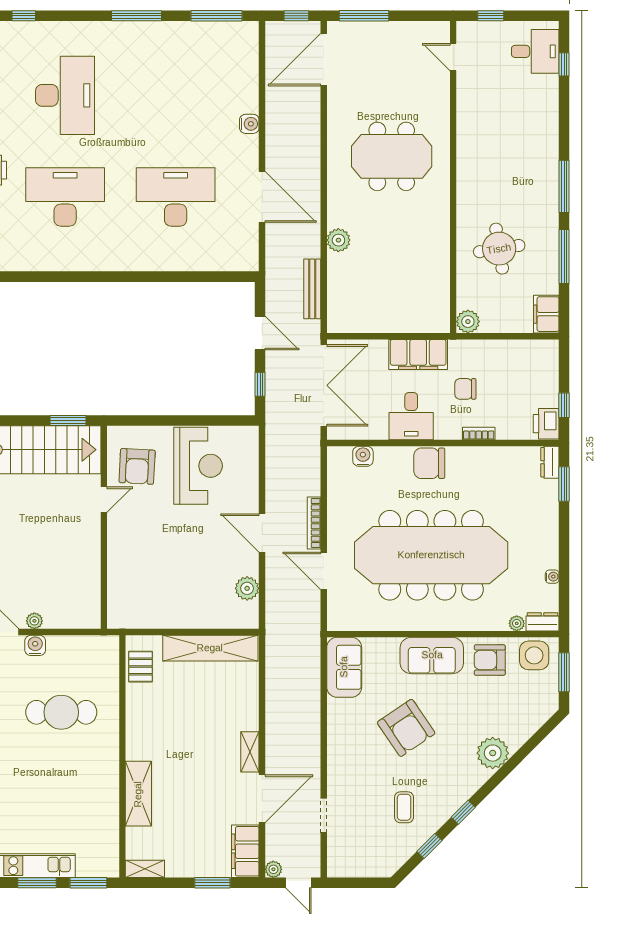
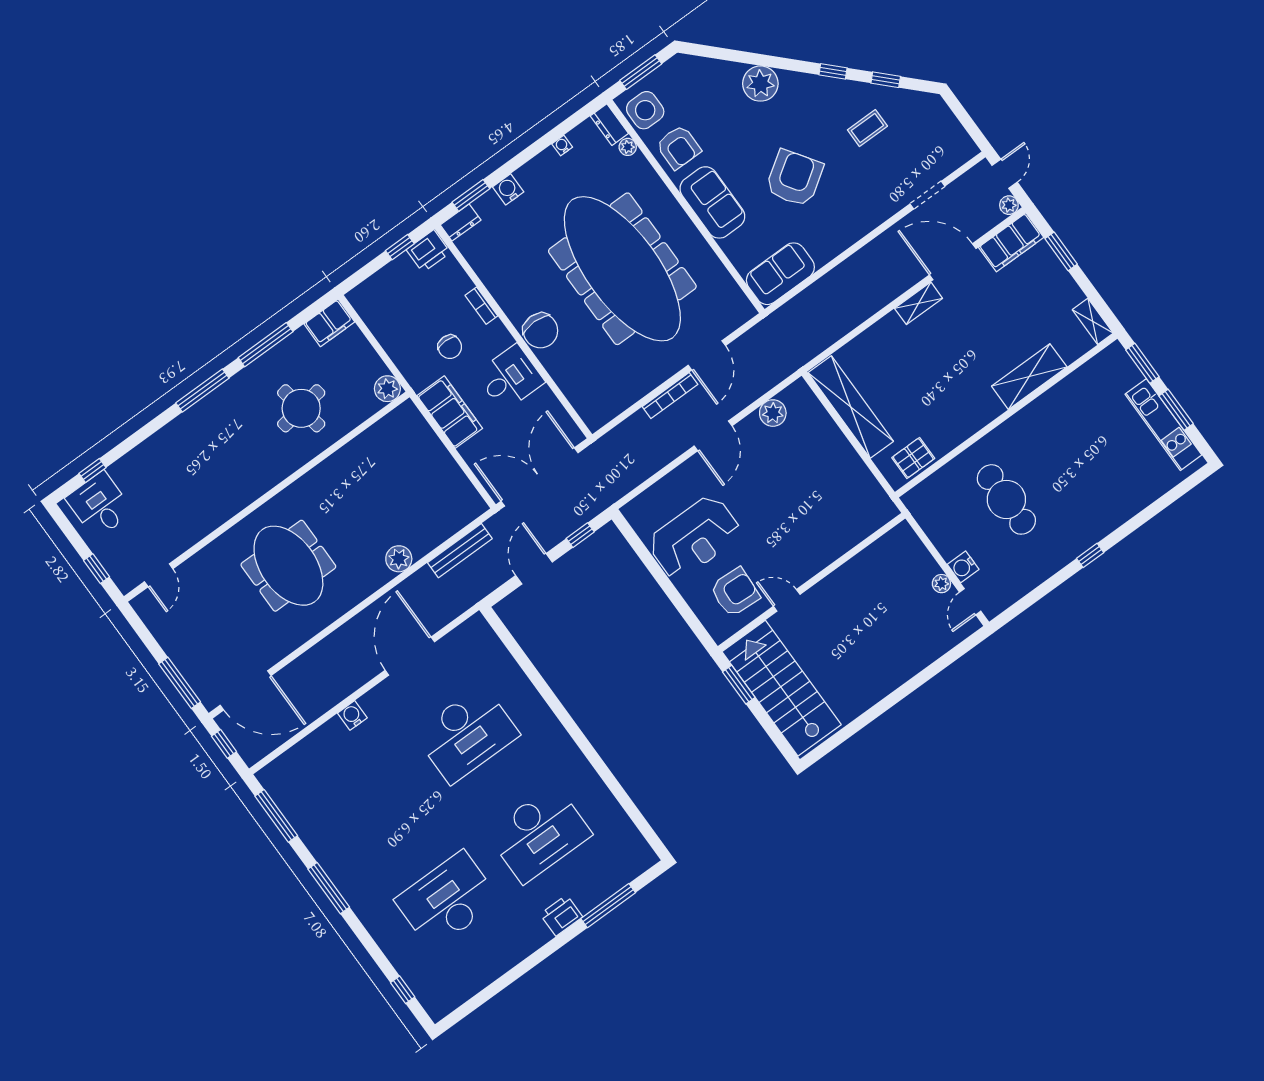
desk: (65, 197) -> (539, 834), turned -90
desk: (176, 197) -> (467, 734), turned -90
water cooler: (363, 456) -> (508, 189), moved, turned 90
reception desk: (198, 466) -> (694, 538), turned 180

